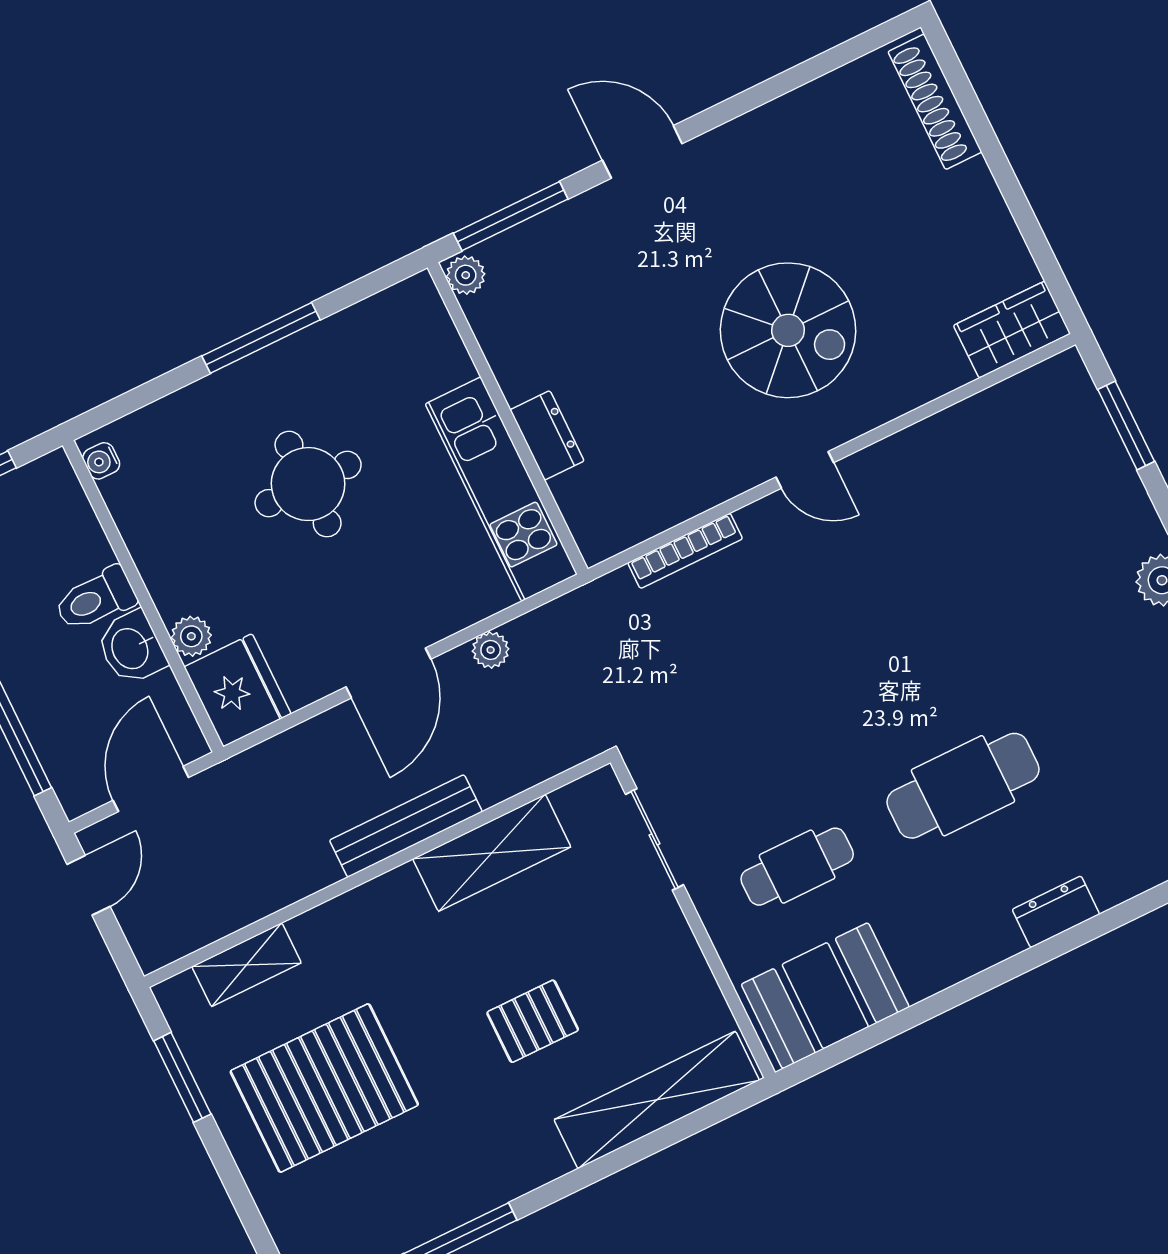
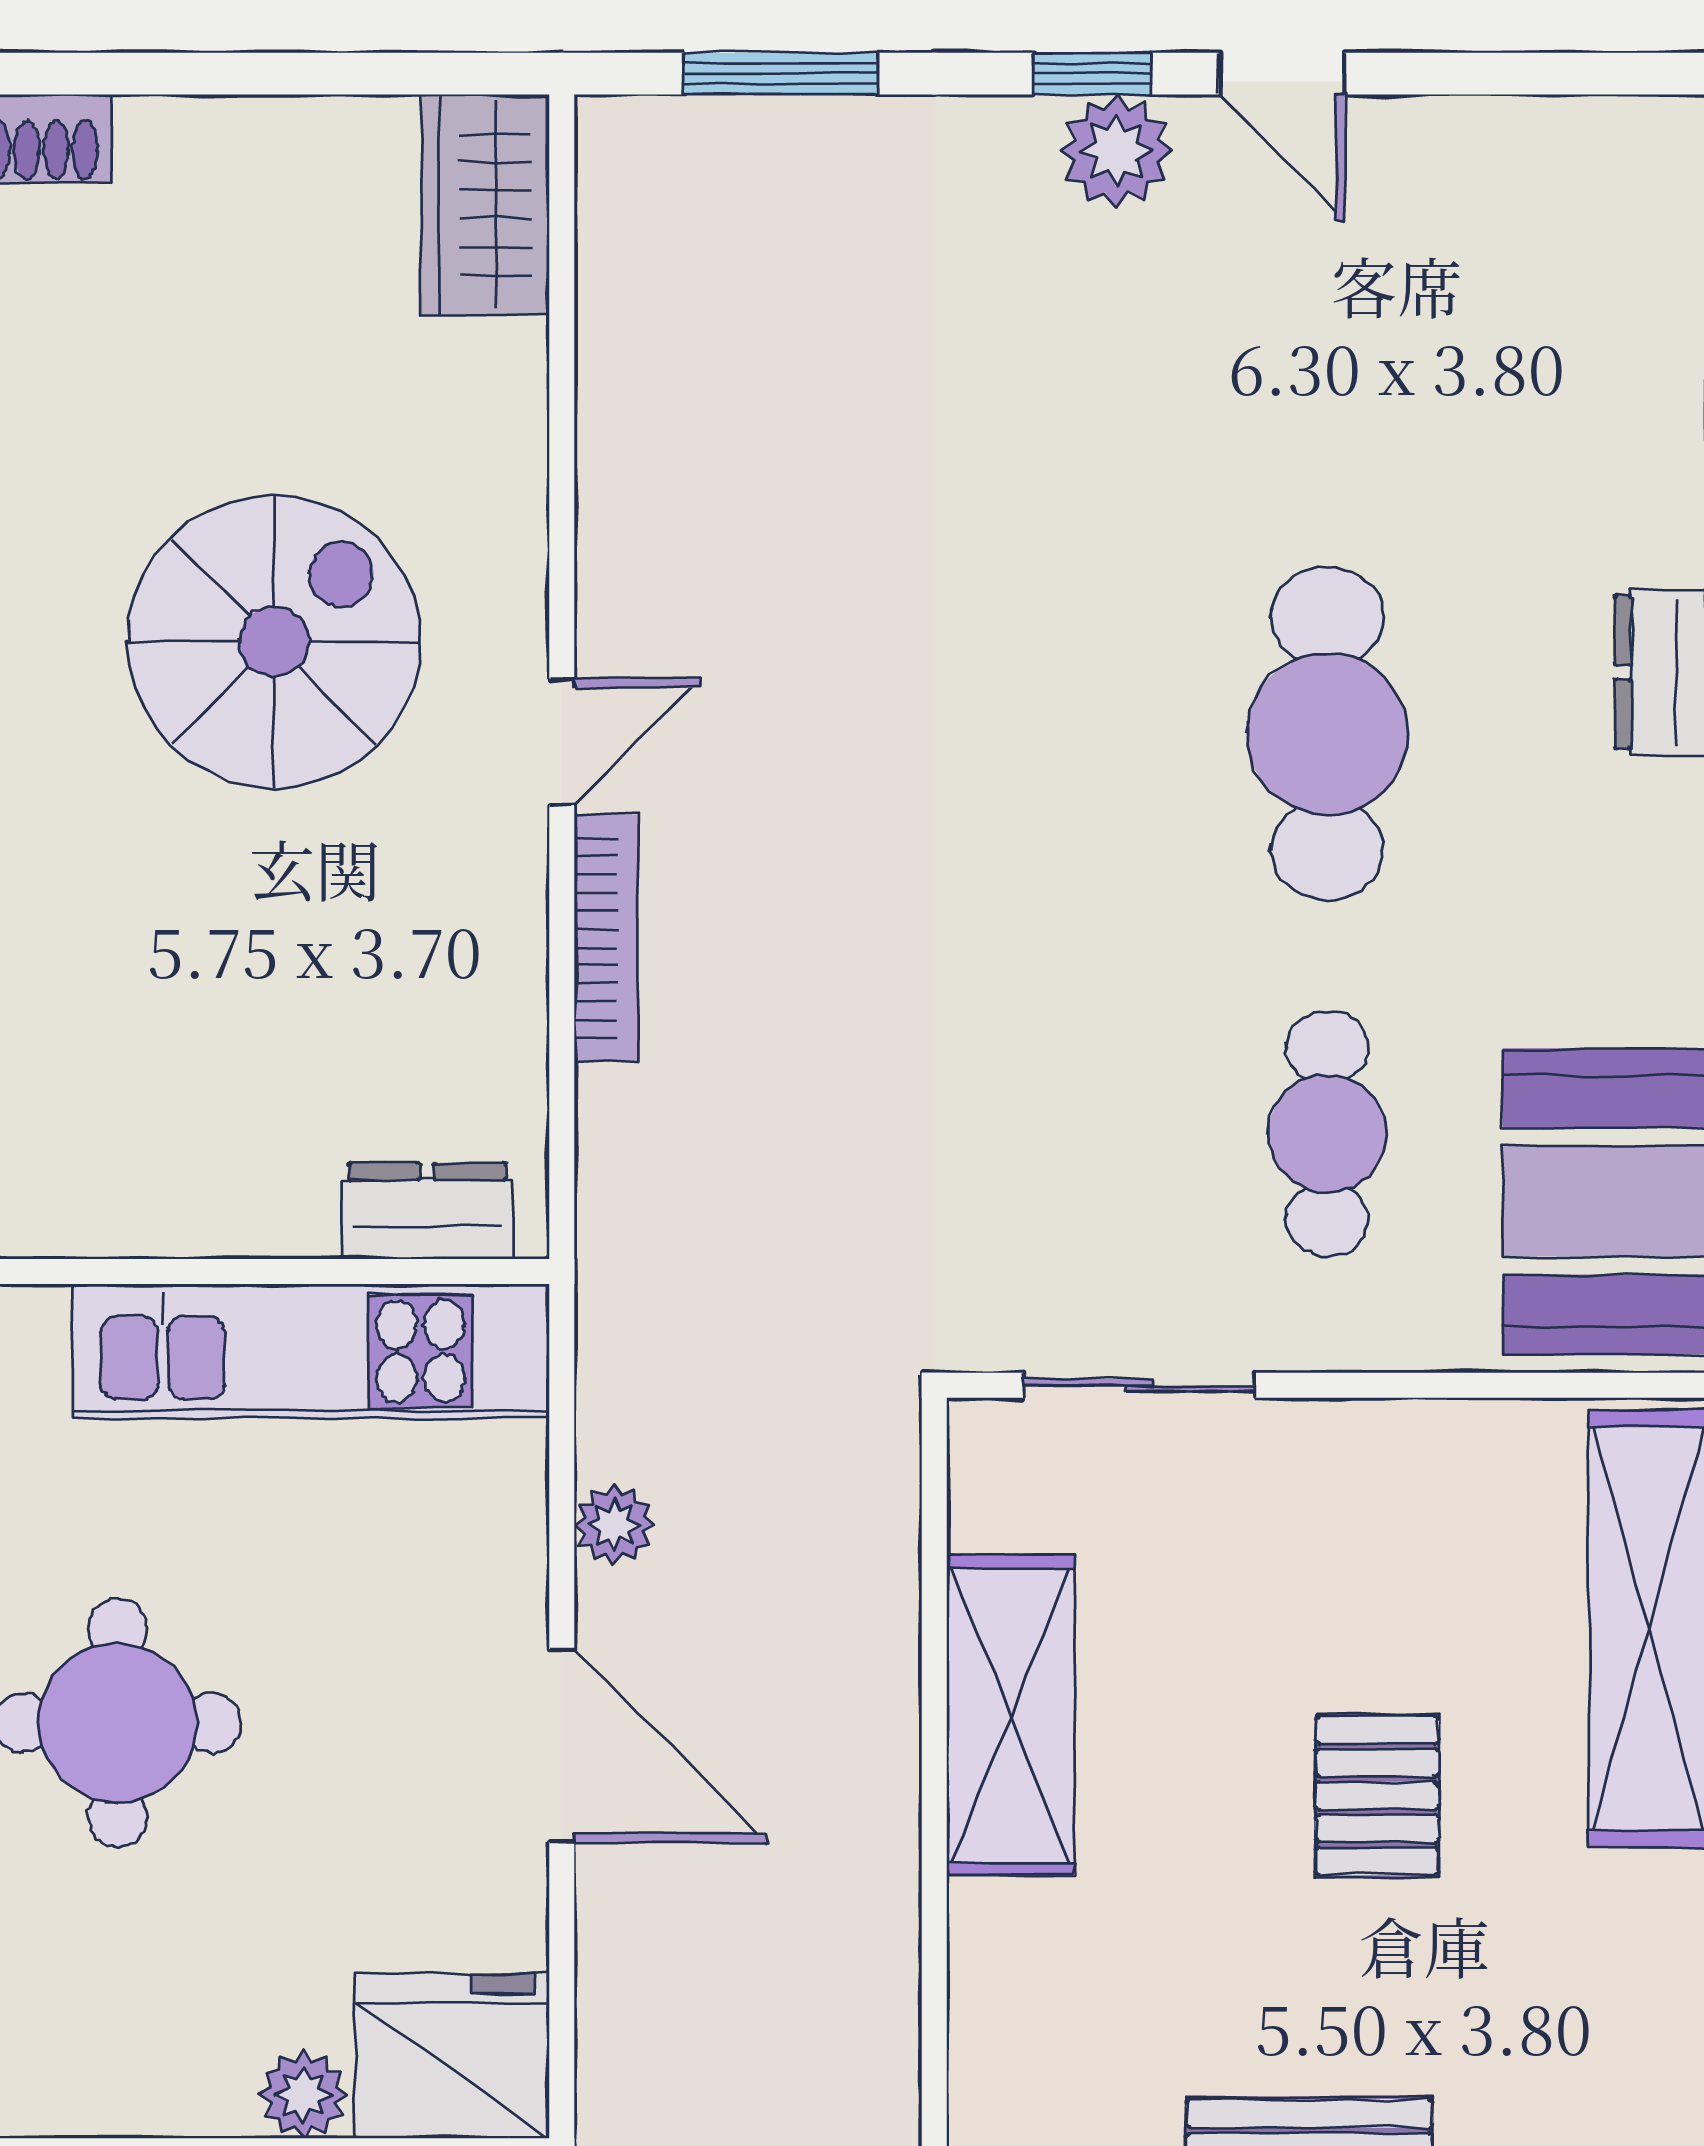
dresser: (547, 435) -> (427, 1211), moved
bookcase: (685, 551) -> (606, 938), moved
bench: (406, 826) -> (876, 1857), removed

